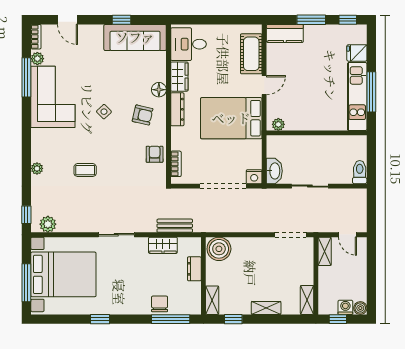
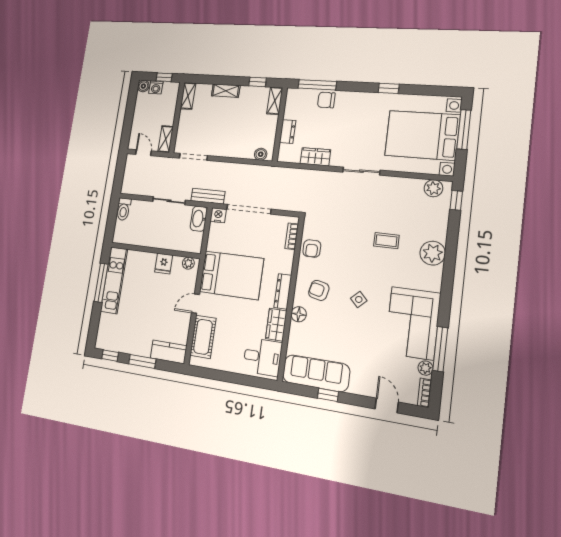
fridge: (357, 53) -> (164, 263), moved, turned 90
plant: (37, 168) -> (433, 253), width x1.87, depth x1.87
bench: (175, 226) -> (208, 196), moved
boiler: (219, 249) -> (261, 154), width x0.54, depth x0.54
chair: (160, 304) -> (326, 100), turned 90

